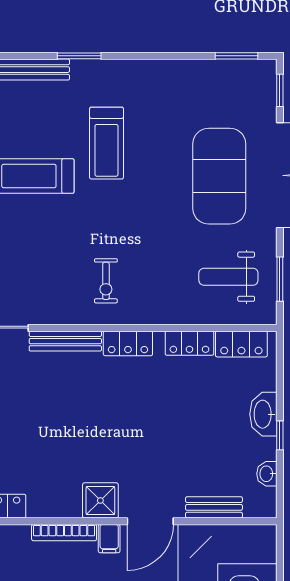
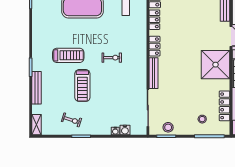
exercise bike: (106, 281) -> (112, 58), moved
shower: (100, 500) -> (216, 65), width x1.86, depth x1.86

